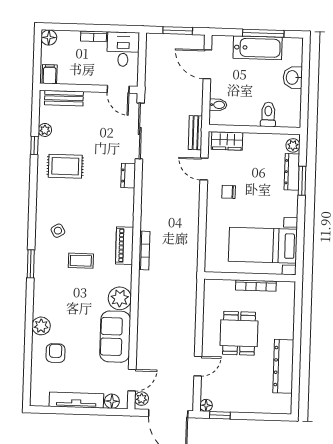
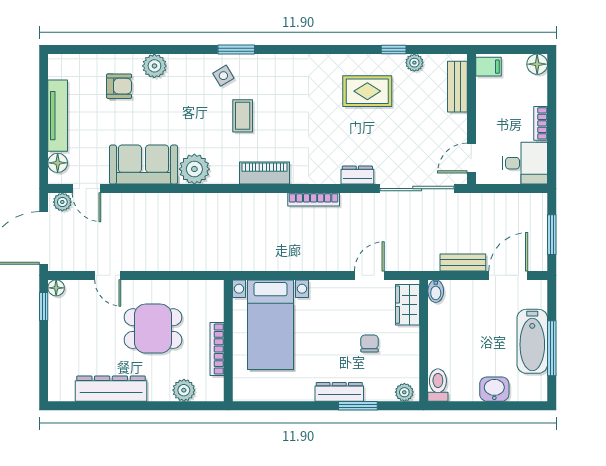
bidet: (218, 105) -> (436, 291), moved
toilet: (268, 114) -> (438, 385), moved, turned -90
bench: (195, 133) -> (463, 262), moved
rug: (65, 166) -> (367, 91), turned 90
dresser: (292, 172) -> (339, 392), moved
chair: (229, 192) -> (370, 343), moved
side table: (58, 231) -> (223, 76), moved
bed with nightstands: (263, 245) -> (270, 325), moved, turned 180
bookcase: (144, 250) -> (314, 199), moved
plant: (286, 312) -> (184, 390), added

